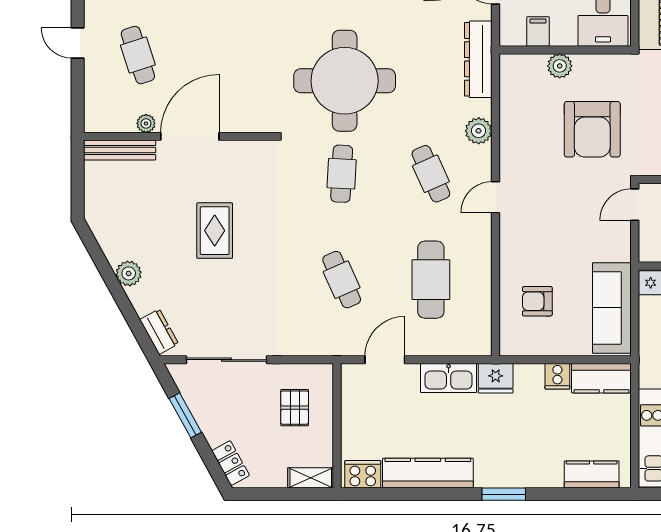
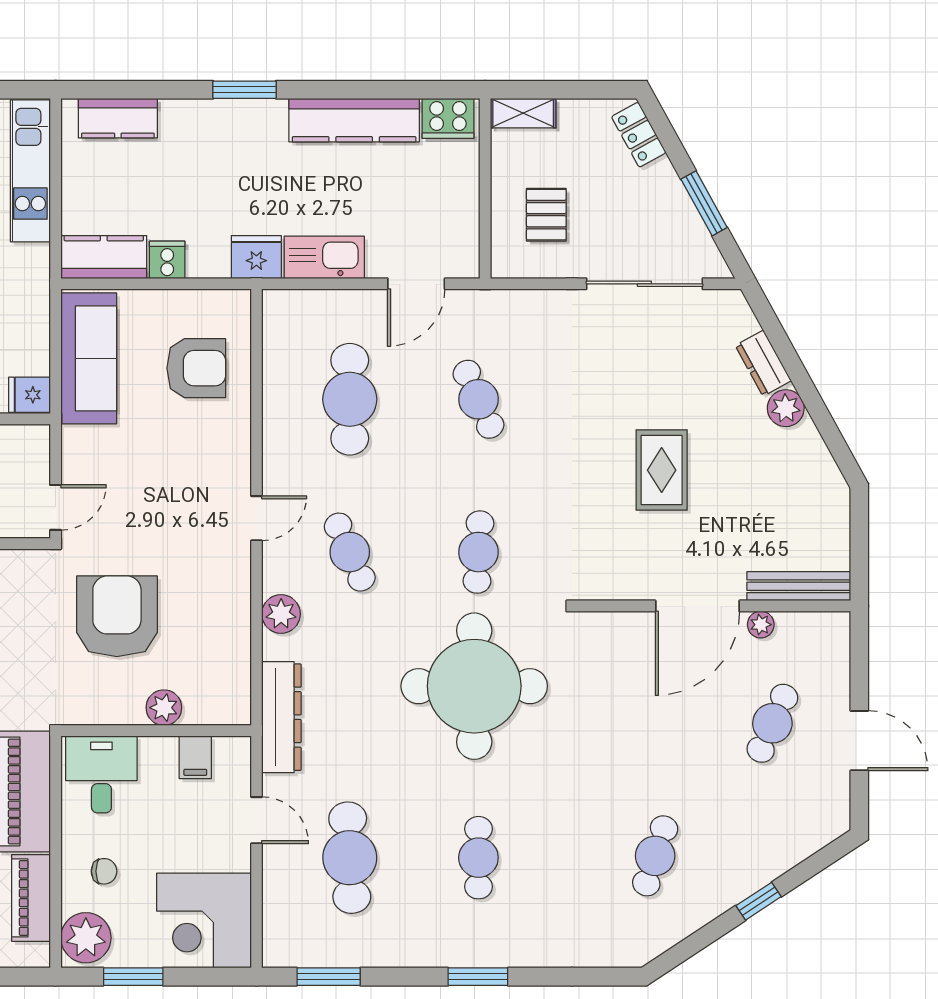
door: (78, 43) -> (859, 741), width x1.38
cafe table: (138, 55) -> (772, 723), turned 42
armchair: (537, 301) -> (196, 368), width x1.38, depth x1.38
dresser: (159, 332) -> (763, 363), moved

